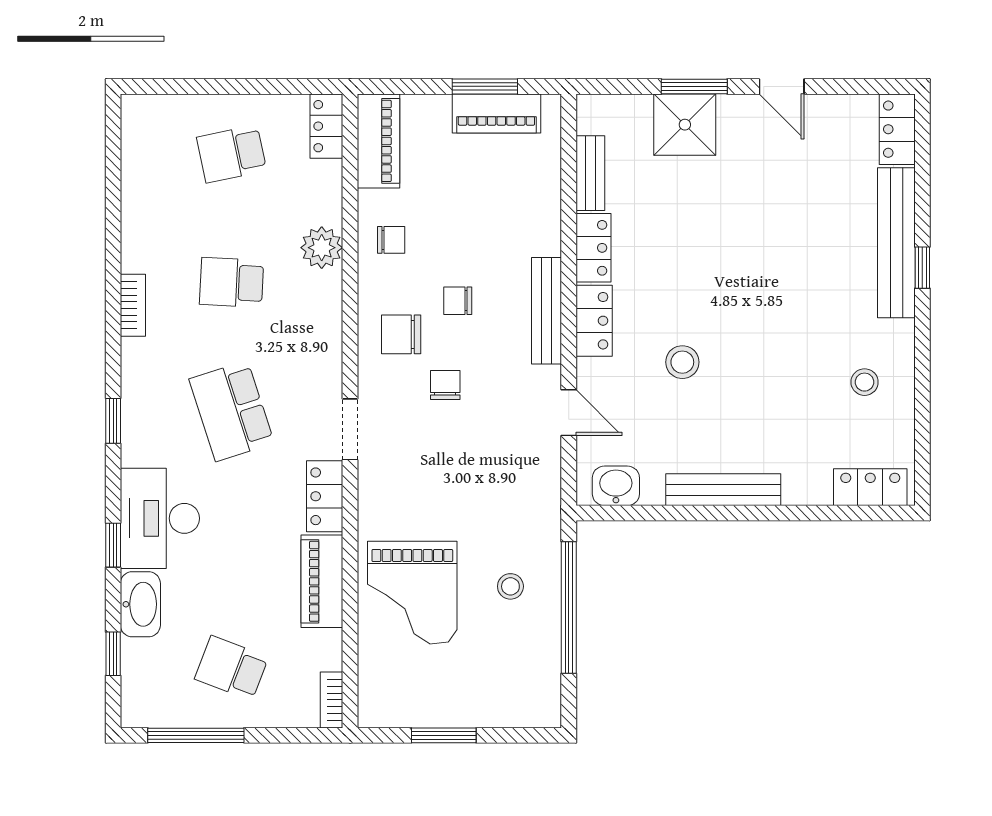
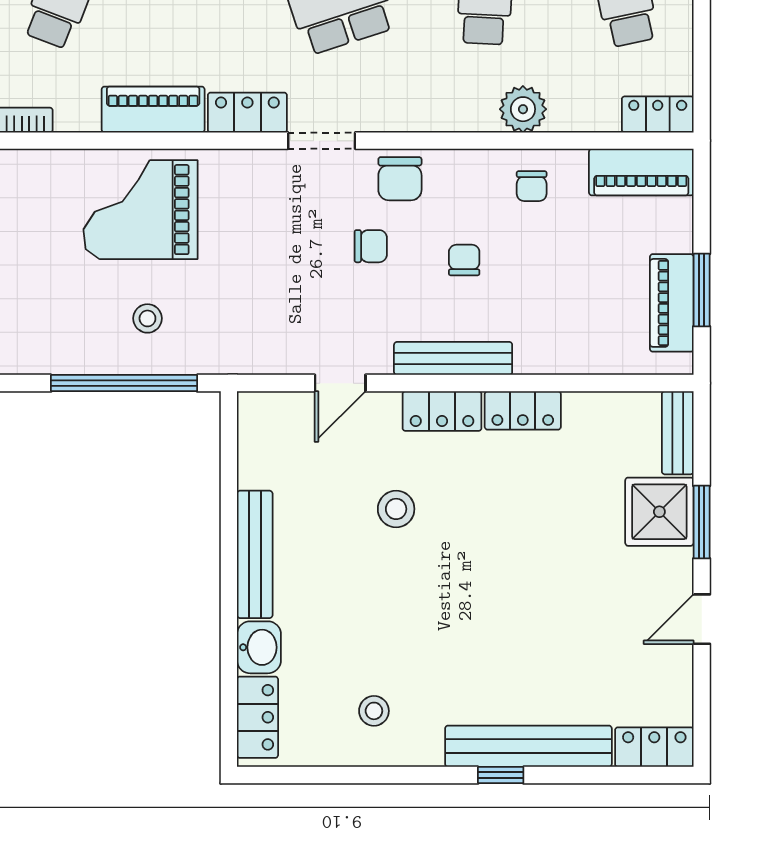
bench: (590, 173) -> (678, 433), moved, turned 90
chair: (401, 334) -> (400, 179), moved, turned 180
washbasin: (616, 486) -> (259, 647), moved

